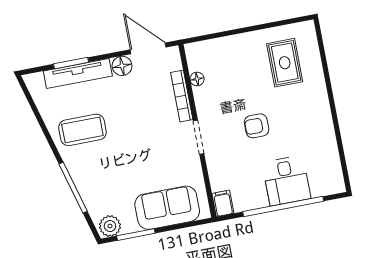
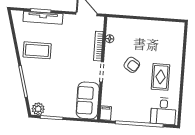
rug: (285, 63) -> (160, 77), moved
floor lamp: (122, 66) -> (69, 20), removed
armchair: (257, 126) -> (132, 65), moved, turned -148
desk: (286, 181) -> (163, 111), moved
sofa: (167, 208) -> (88, 100), moved, turned -90

